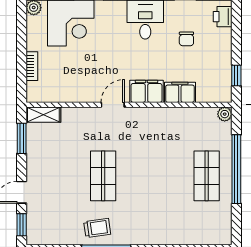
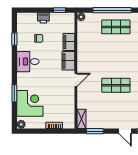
printer: (223, 17) -> (43, 18), moved
door: (113, 105) -> (76, 80), swing flipped

